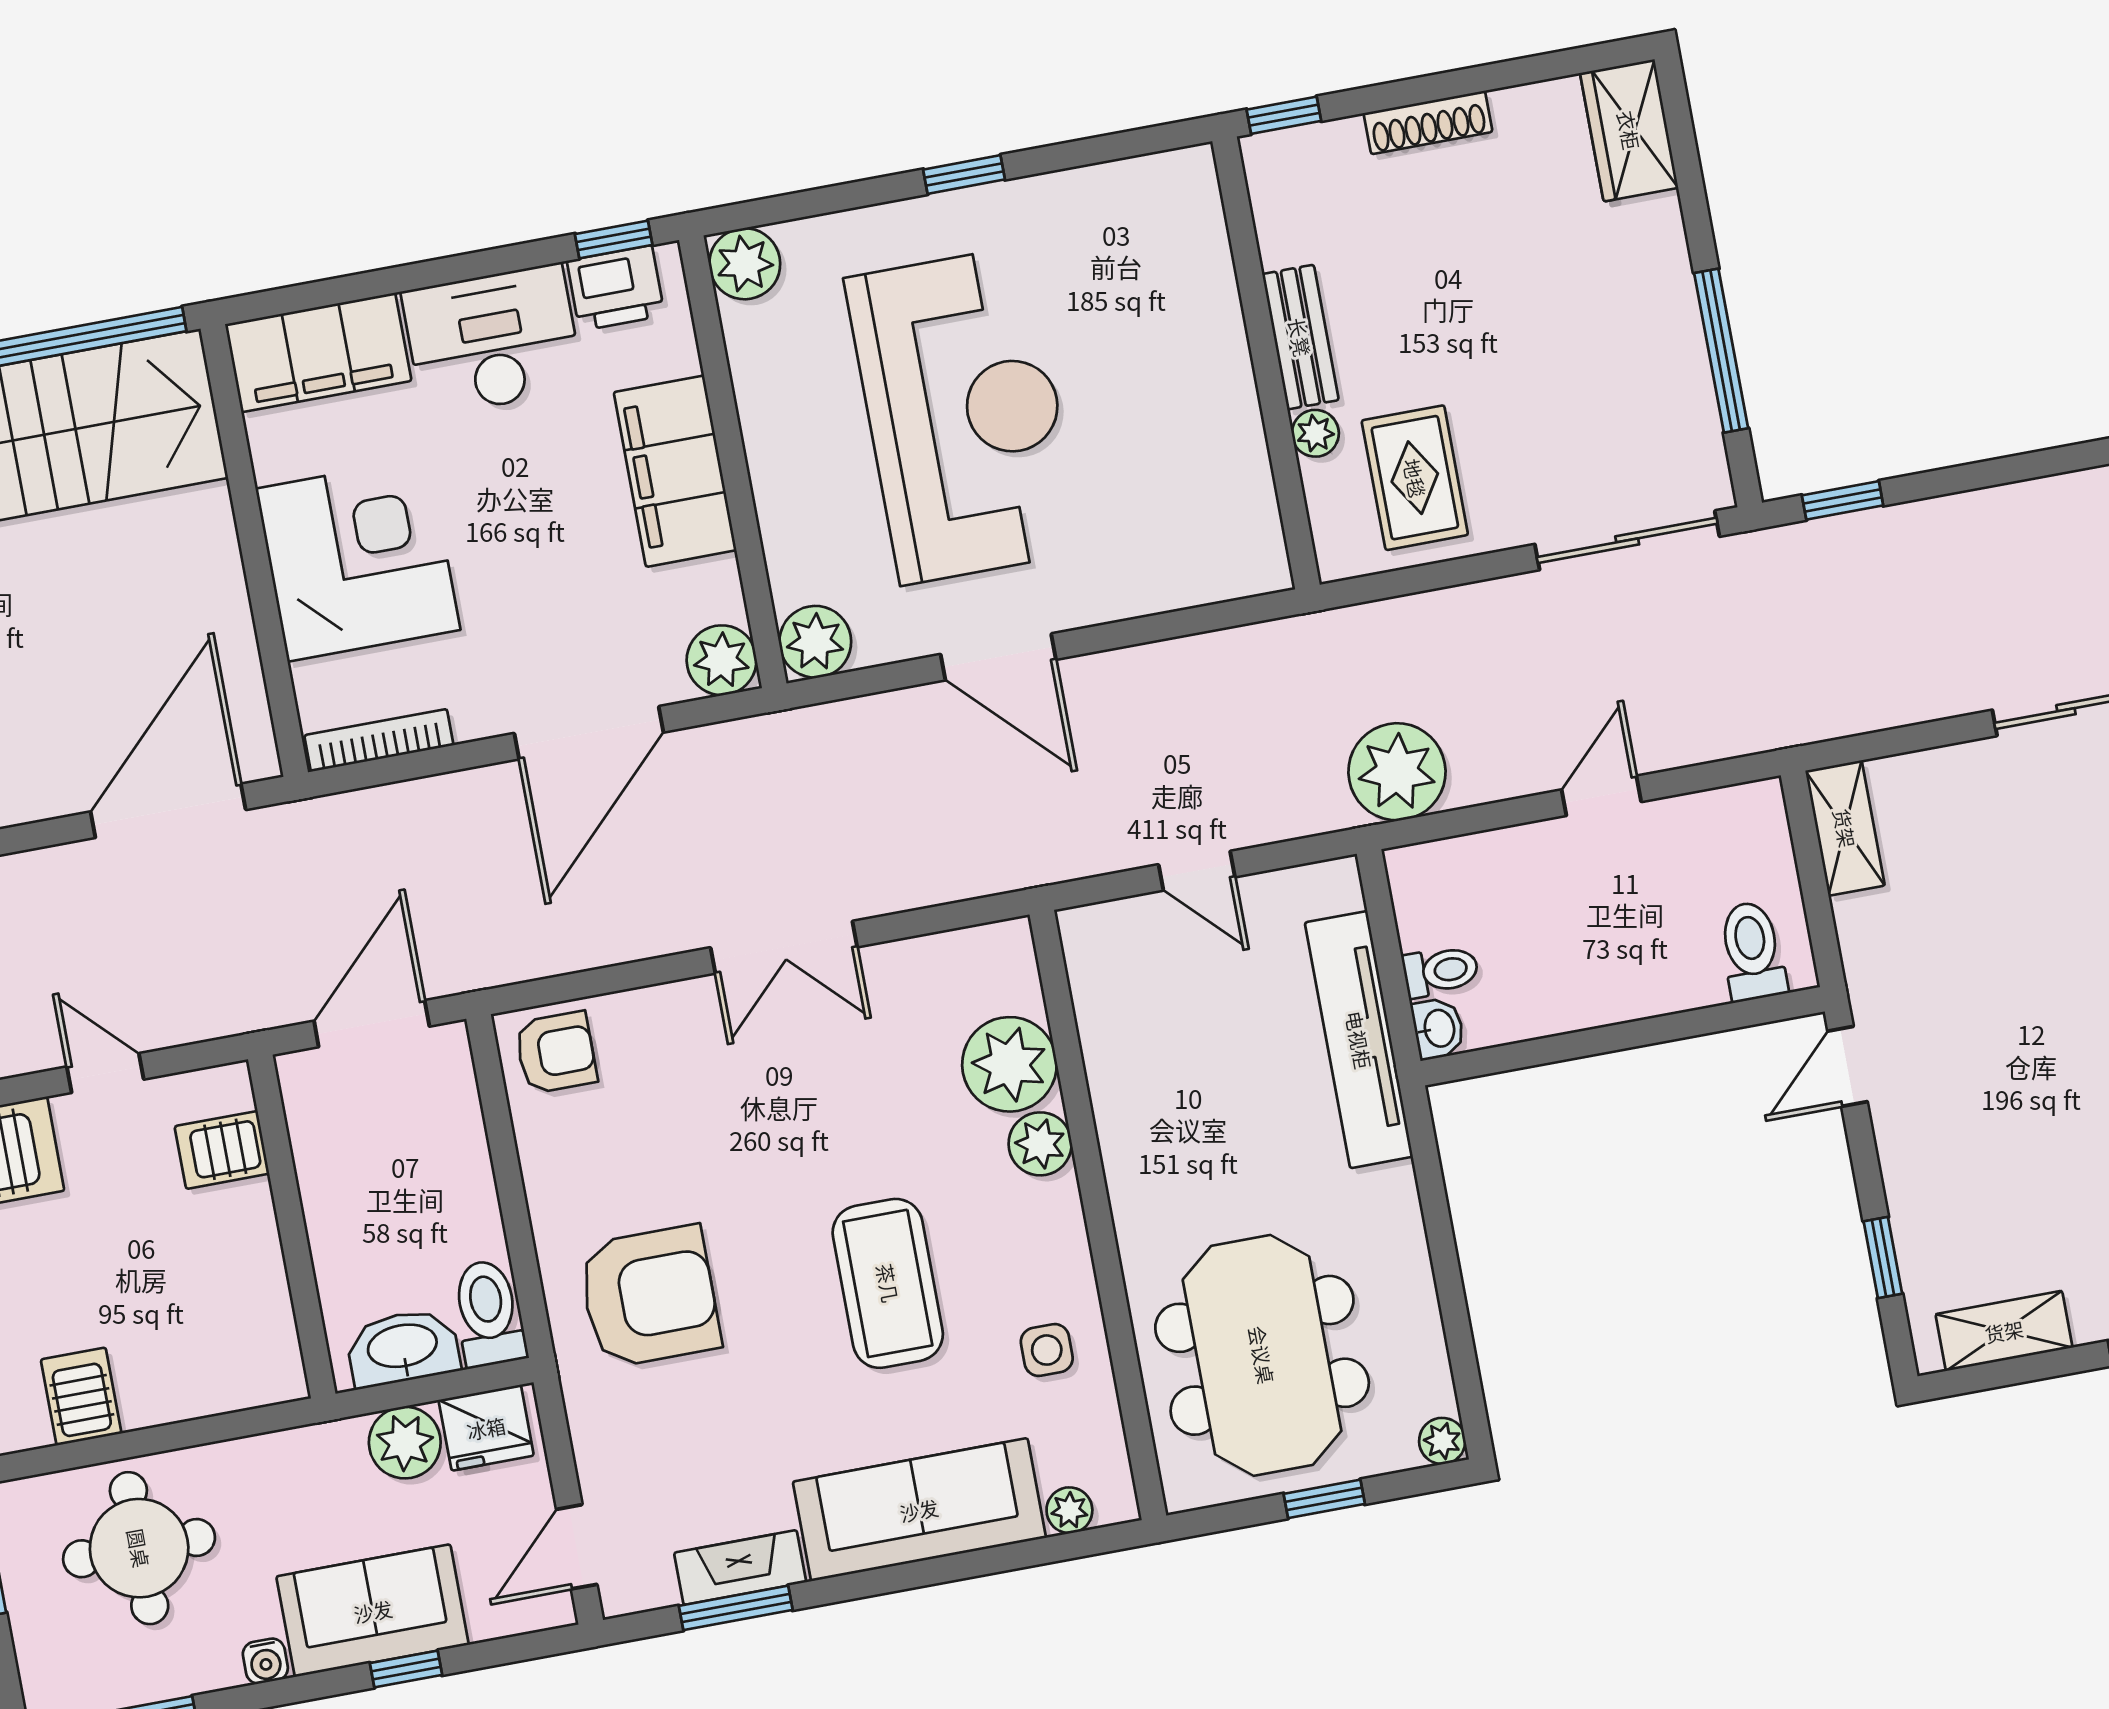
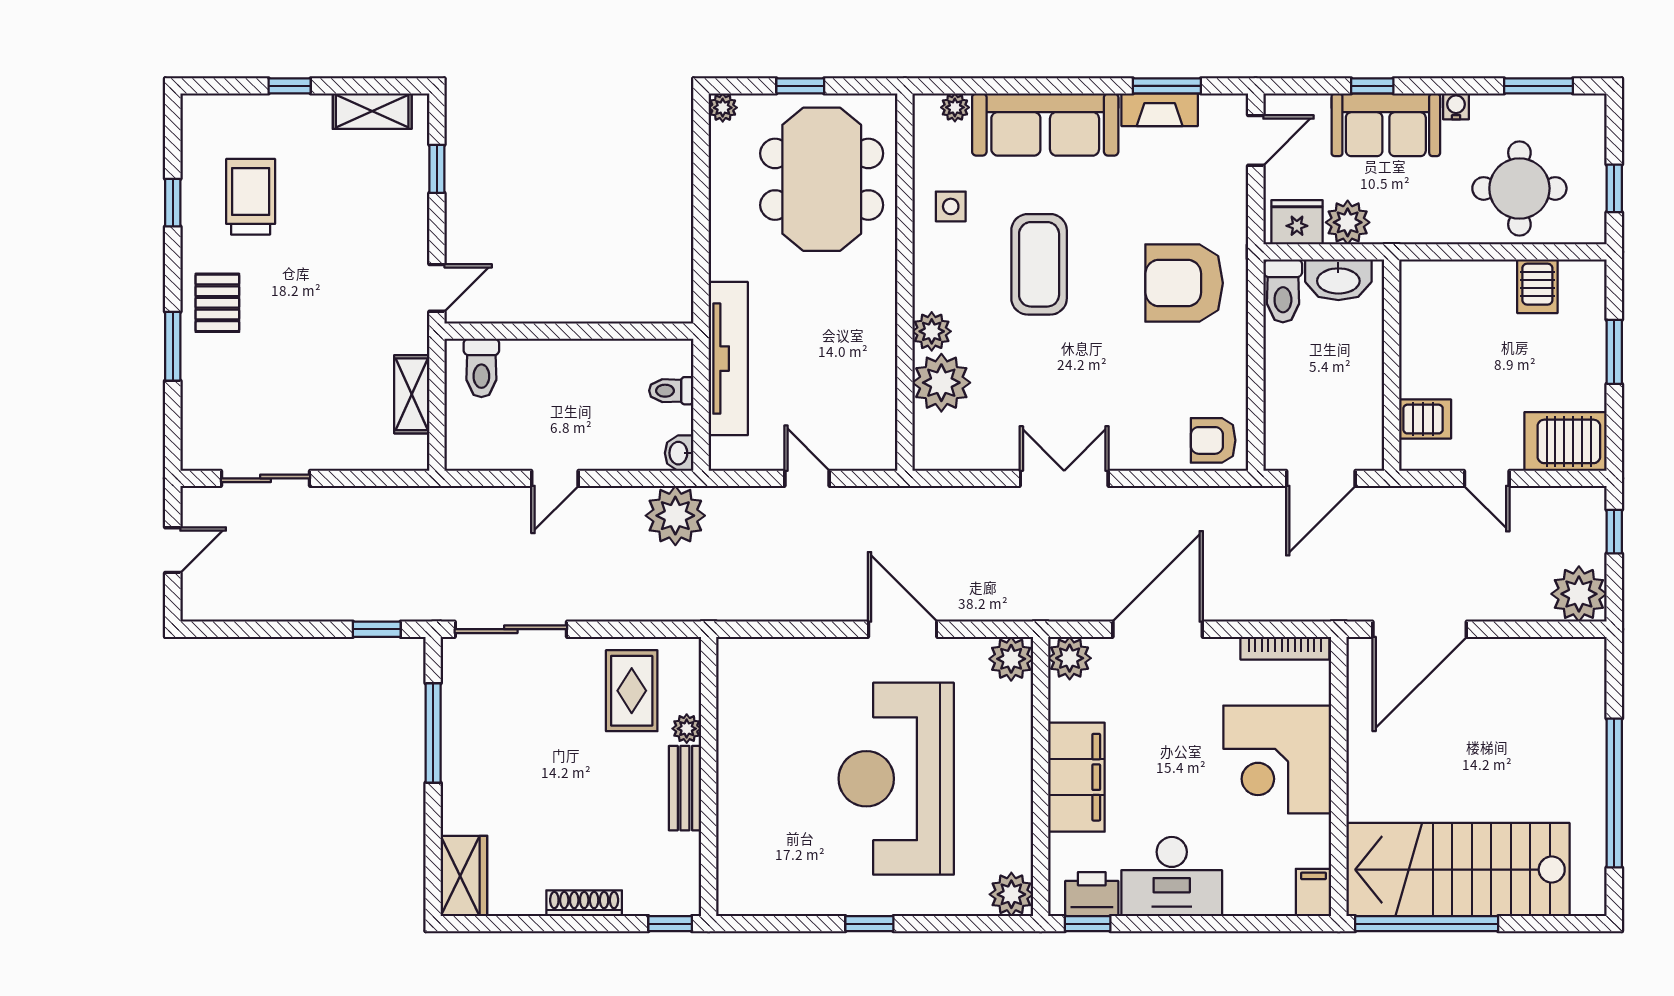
filing cabinet: (318, 352) -> (1314, 892), width x0.33, depth x0.86
shelving: (1845, 828) -> (412, 394), moved
washbasin: (1438, 1029) -> (679, 453), moved

